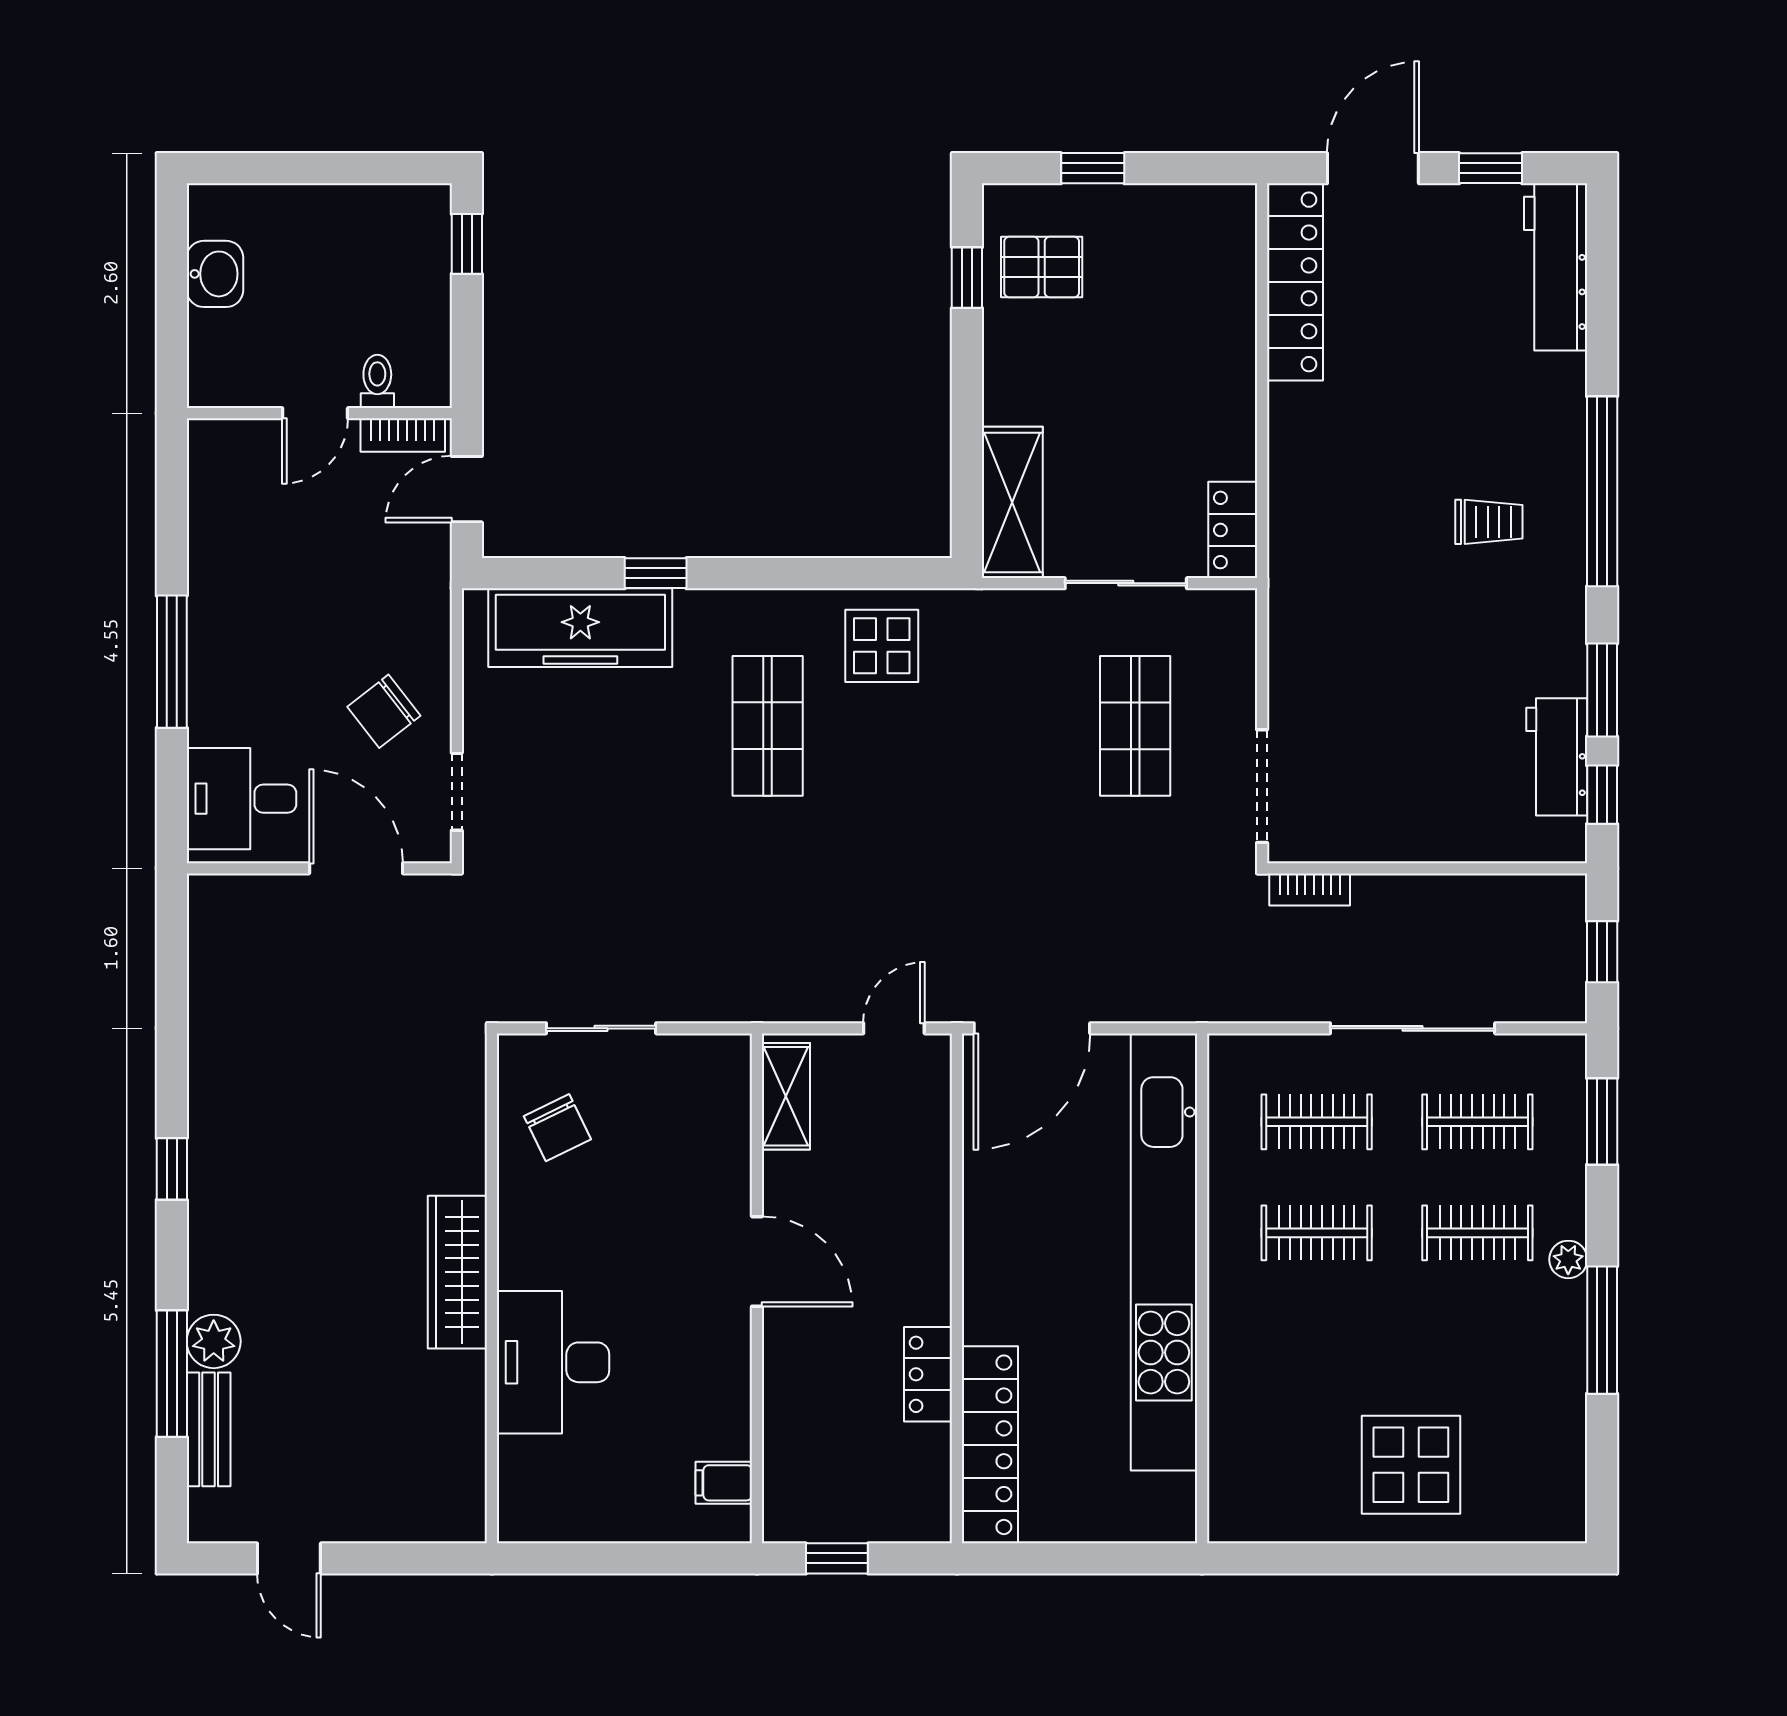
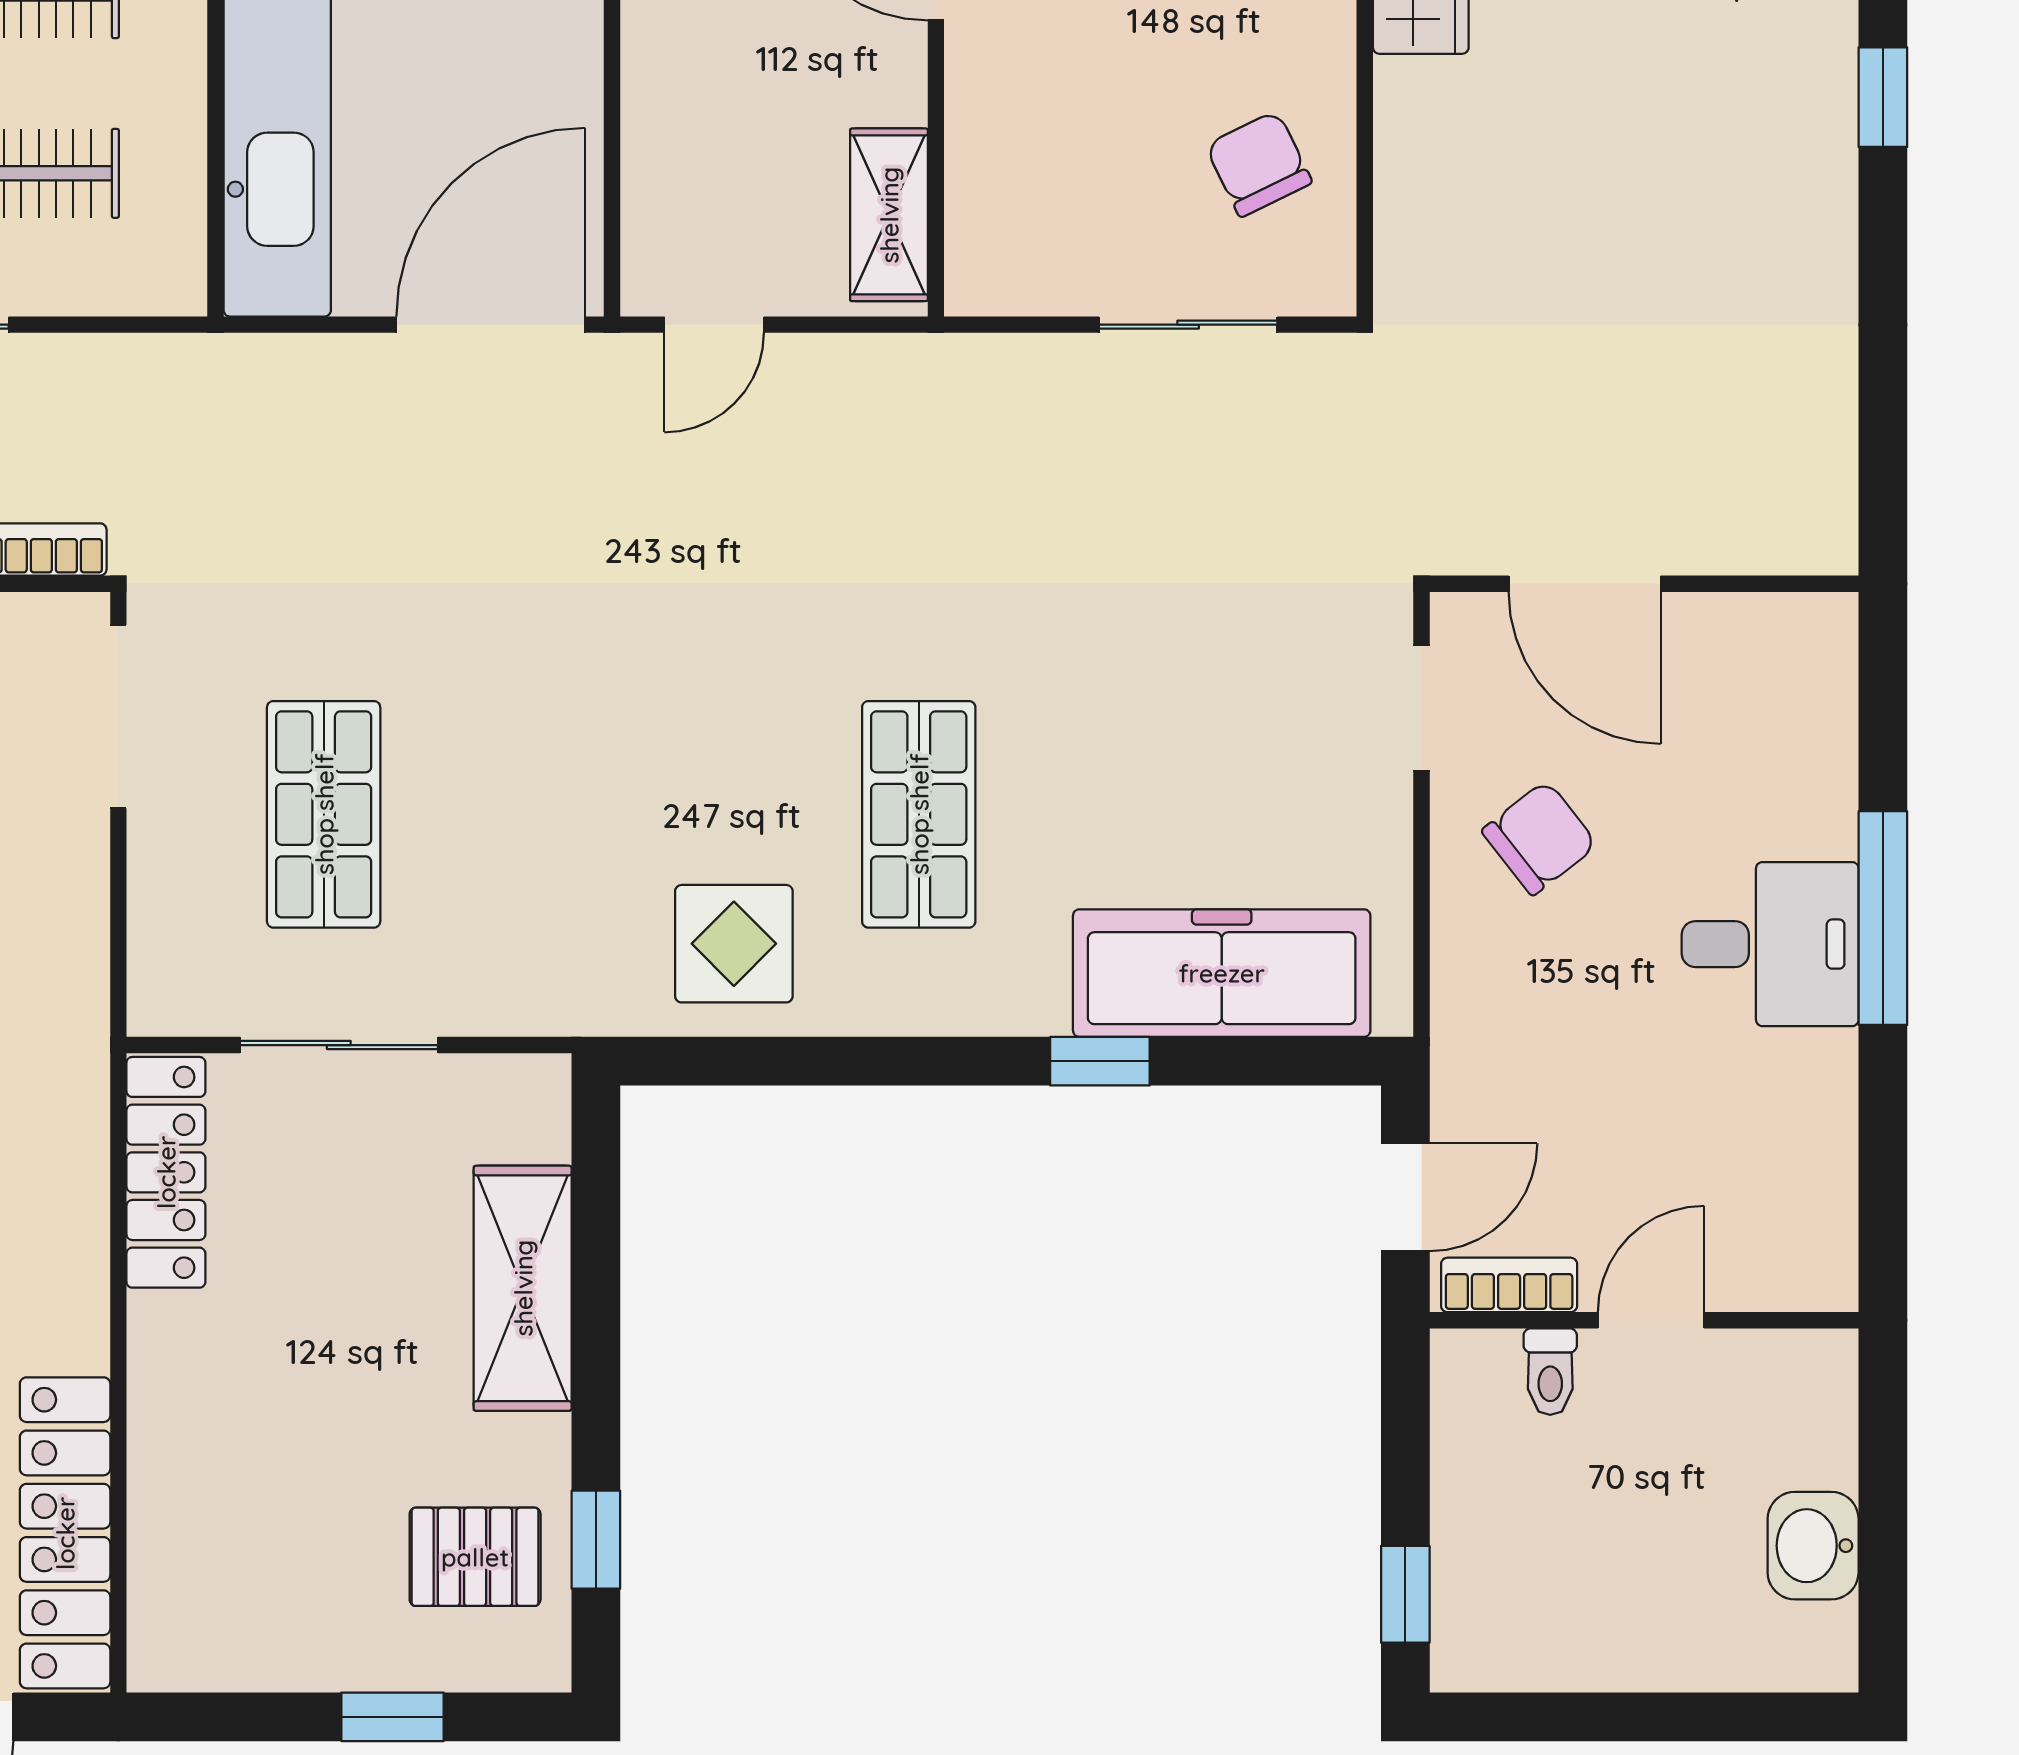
shelving: (1012, 502) -> (523, 1288), moved
locker: (1233, 530) -> (166, 1172), width x1.53
desk: (241, 799) -> (1770, 944), moved

